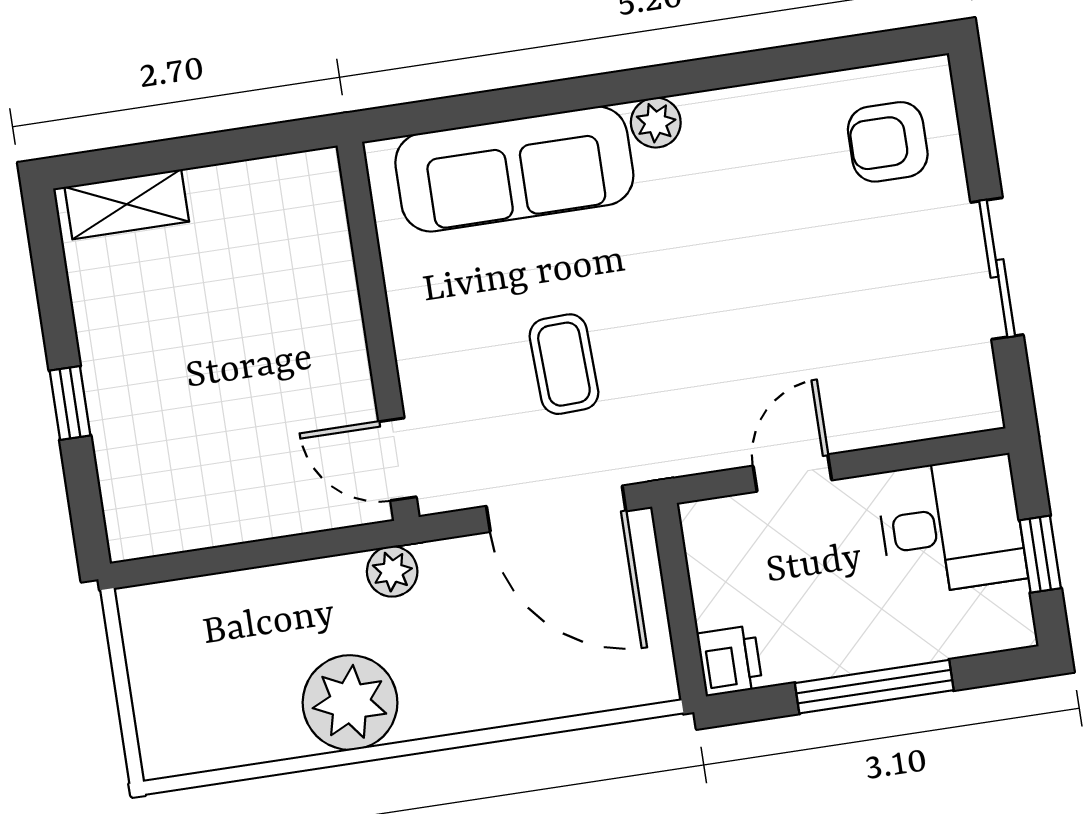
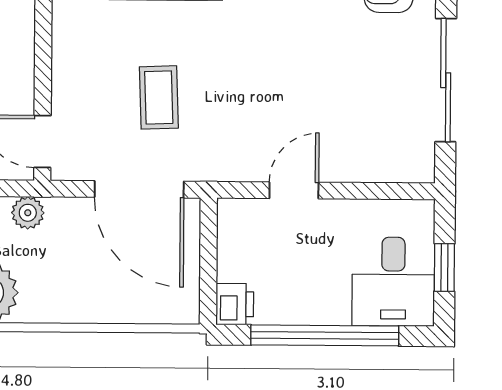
sliding door: (997, 268) -> (446, 80), width x1.37
desk: (951, 526) -> (393, 282), moved, turned 90
window: (874, 687) -> (325, 335), width x1.46

